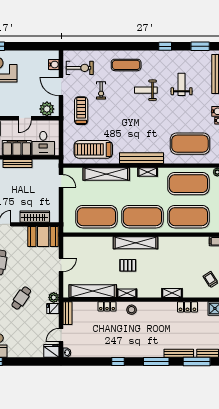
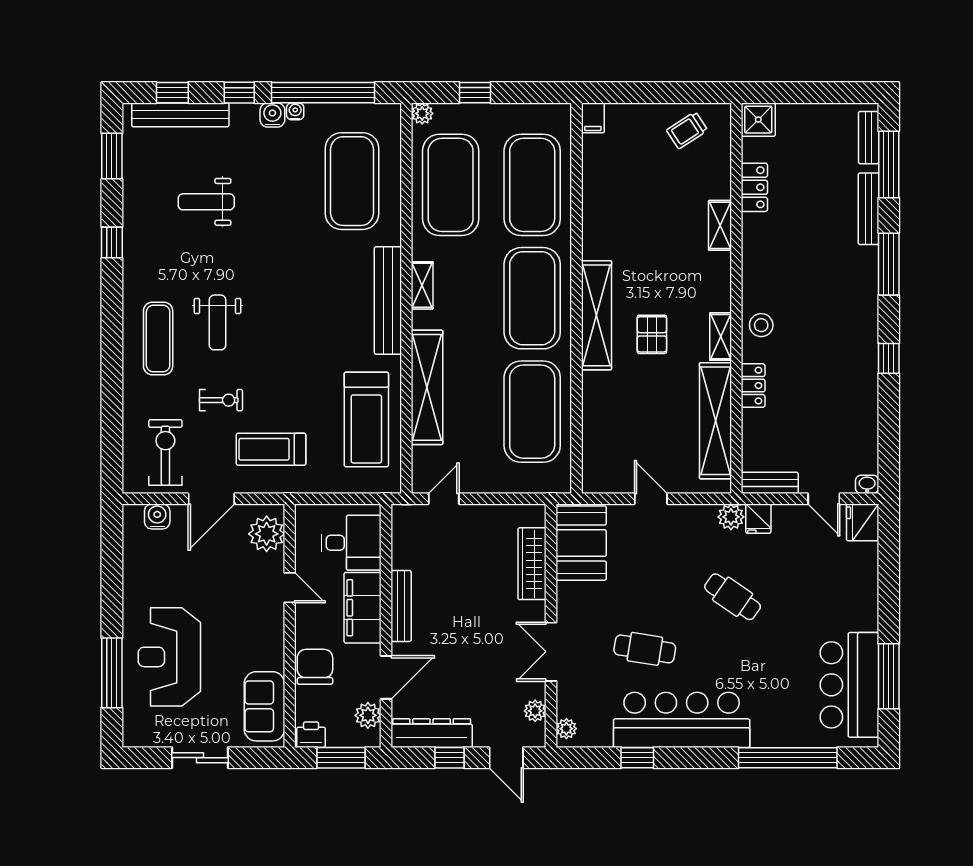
weight bench: (146, 90) -> (217, 322), moved

